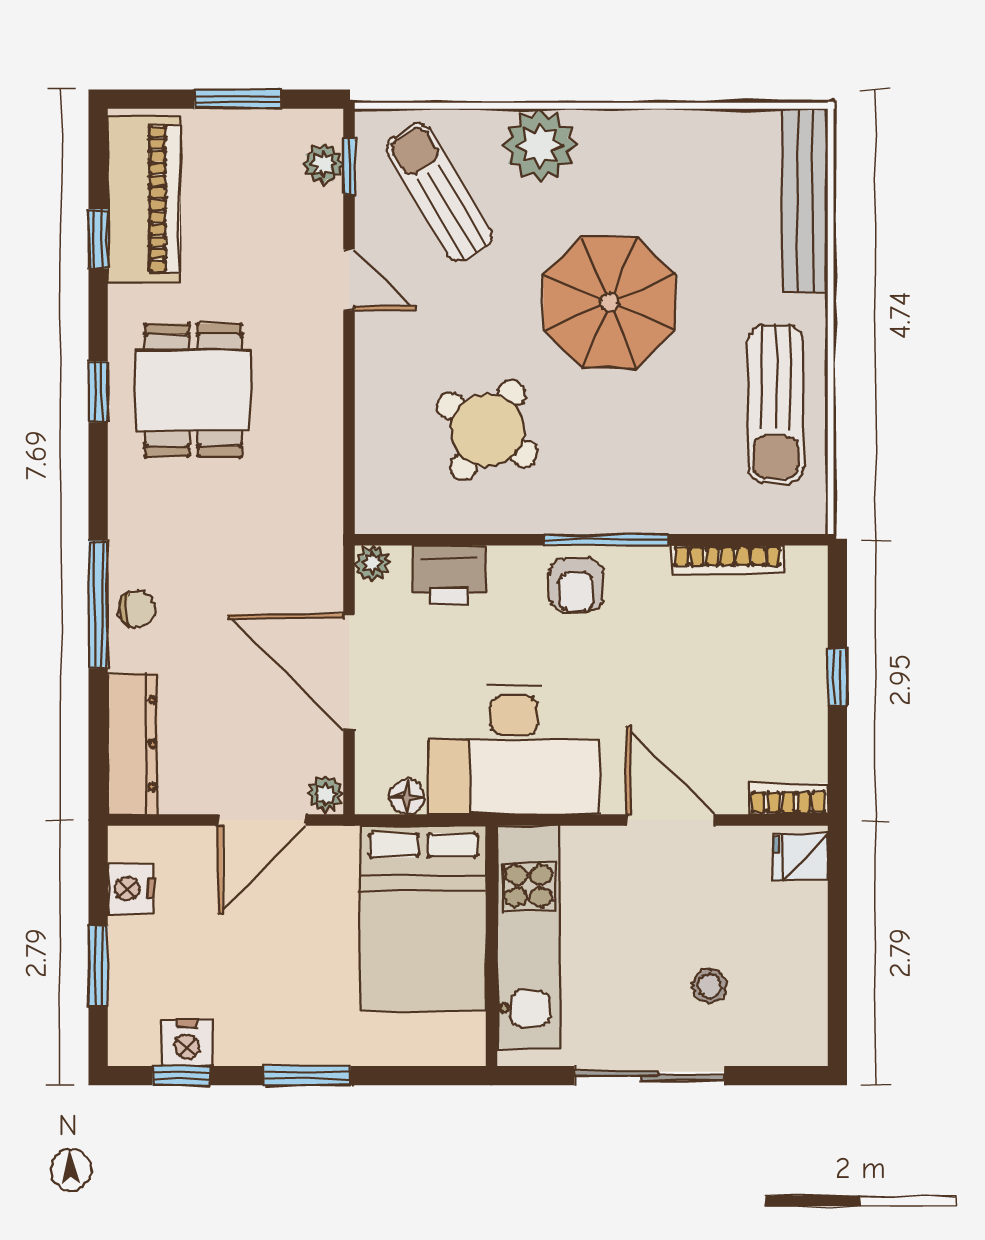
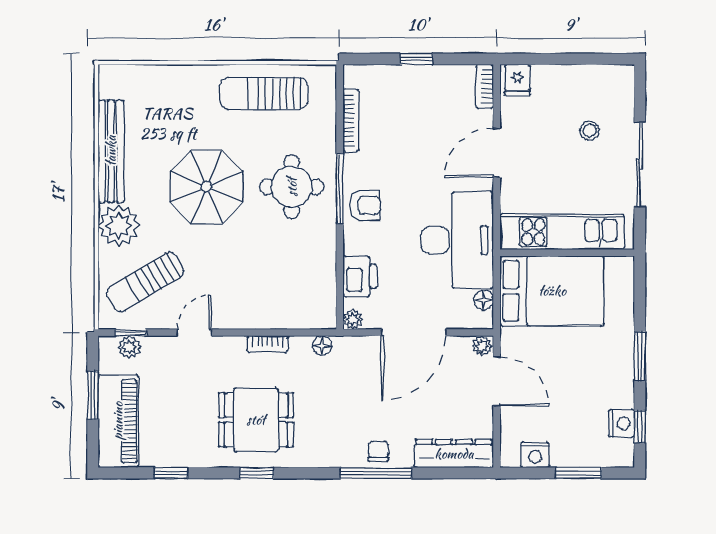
piano: (144, 199) -> (118, 421), moved, turned 90
bench: (805, 200) -> (111, 151), moved, turned 90
sun lounger: (776, 404) -> (264, 93), turned 180
bookcase: (329, 411) -> (268, 344), added
round table: (487, 430) -> (292, 187), moved, turned -33
floor lamp: (326, 508) -> (322, 345), added

